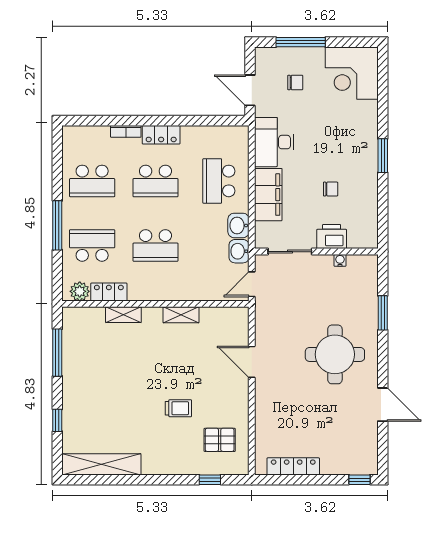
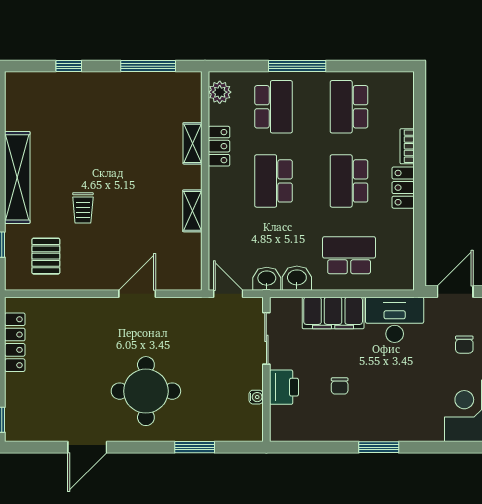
locker: (109, 292) -> (219, 146), moved
shelving: (101, 464) -> (17, 177), moved

